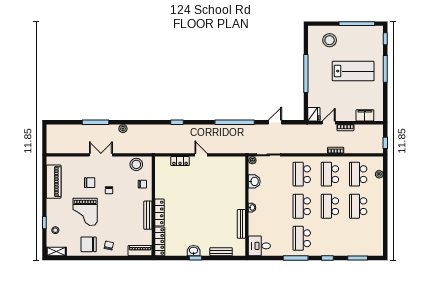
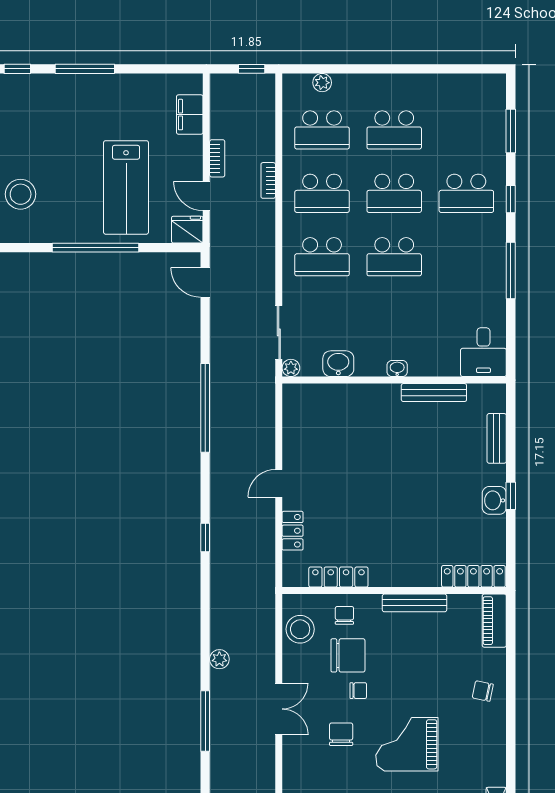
lab bench: (353, 71) -> (126, 187), moved, turned 180
door: (275, 122) -> (205, 282), moved
double door: (101, 155) -> (279, 709), swing flipped
grand piano: (85, 212) -> (407, 744), turned 180
locker: (159, 212) -> (338, 577), moved
school desk: (302, 238) -> (466, 193), moved
chair: (89, 244) -> (348, 655), moved, turned -90

